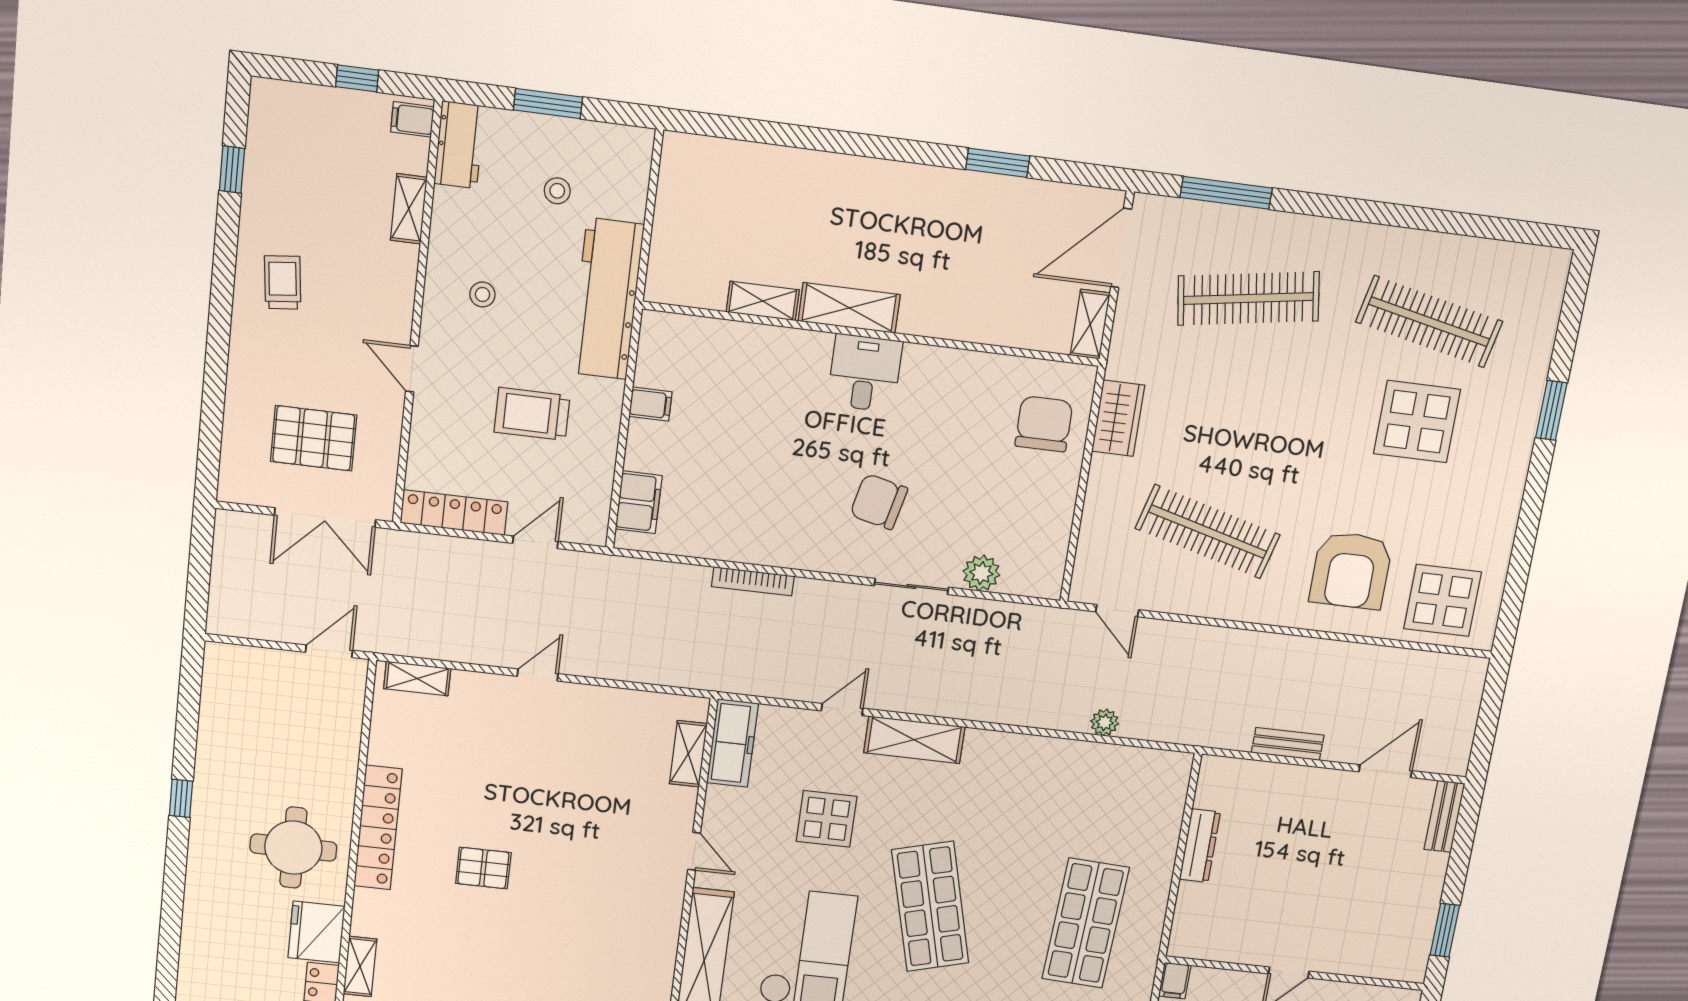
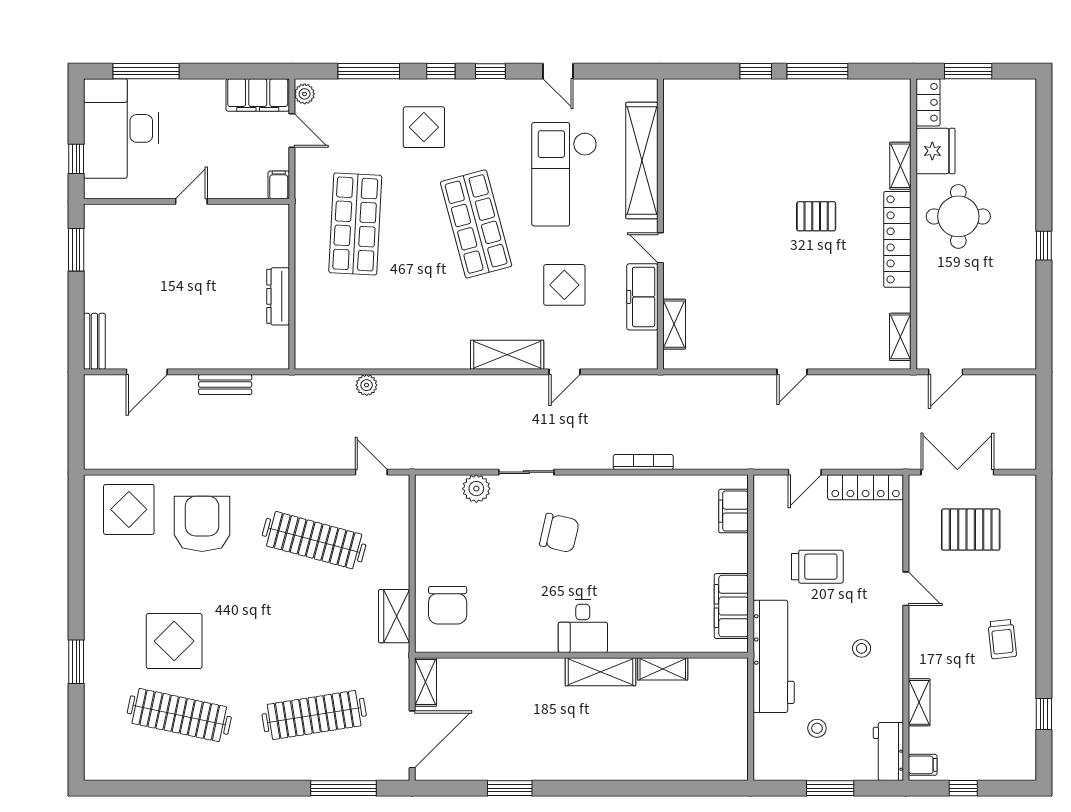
filing cabinet: (651, 404) -> (731, 606), width x3.00, depth x1.17
shelving: (417, 679) -> (900, 337), moved, turned 90
freezer: (732, 743) -> (642, 297), moved
shelving: (360, 966) -> (900, 166), moved

